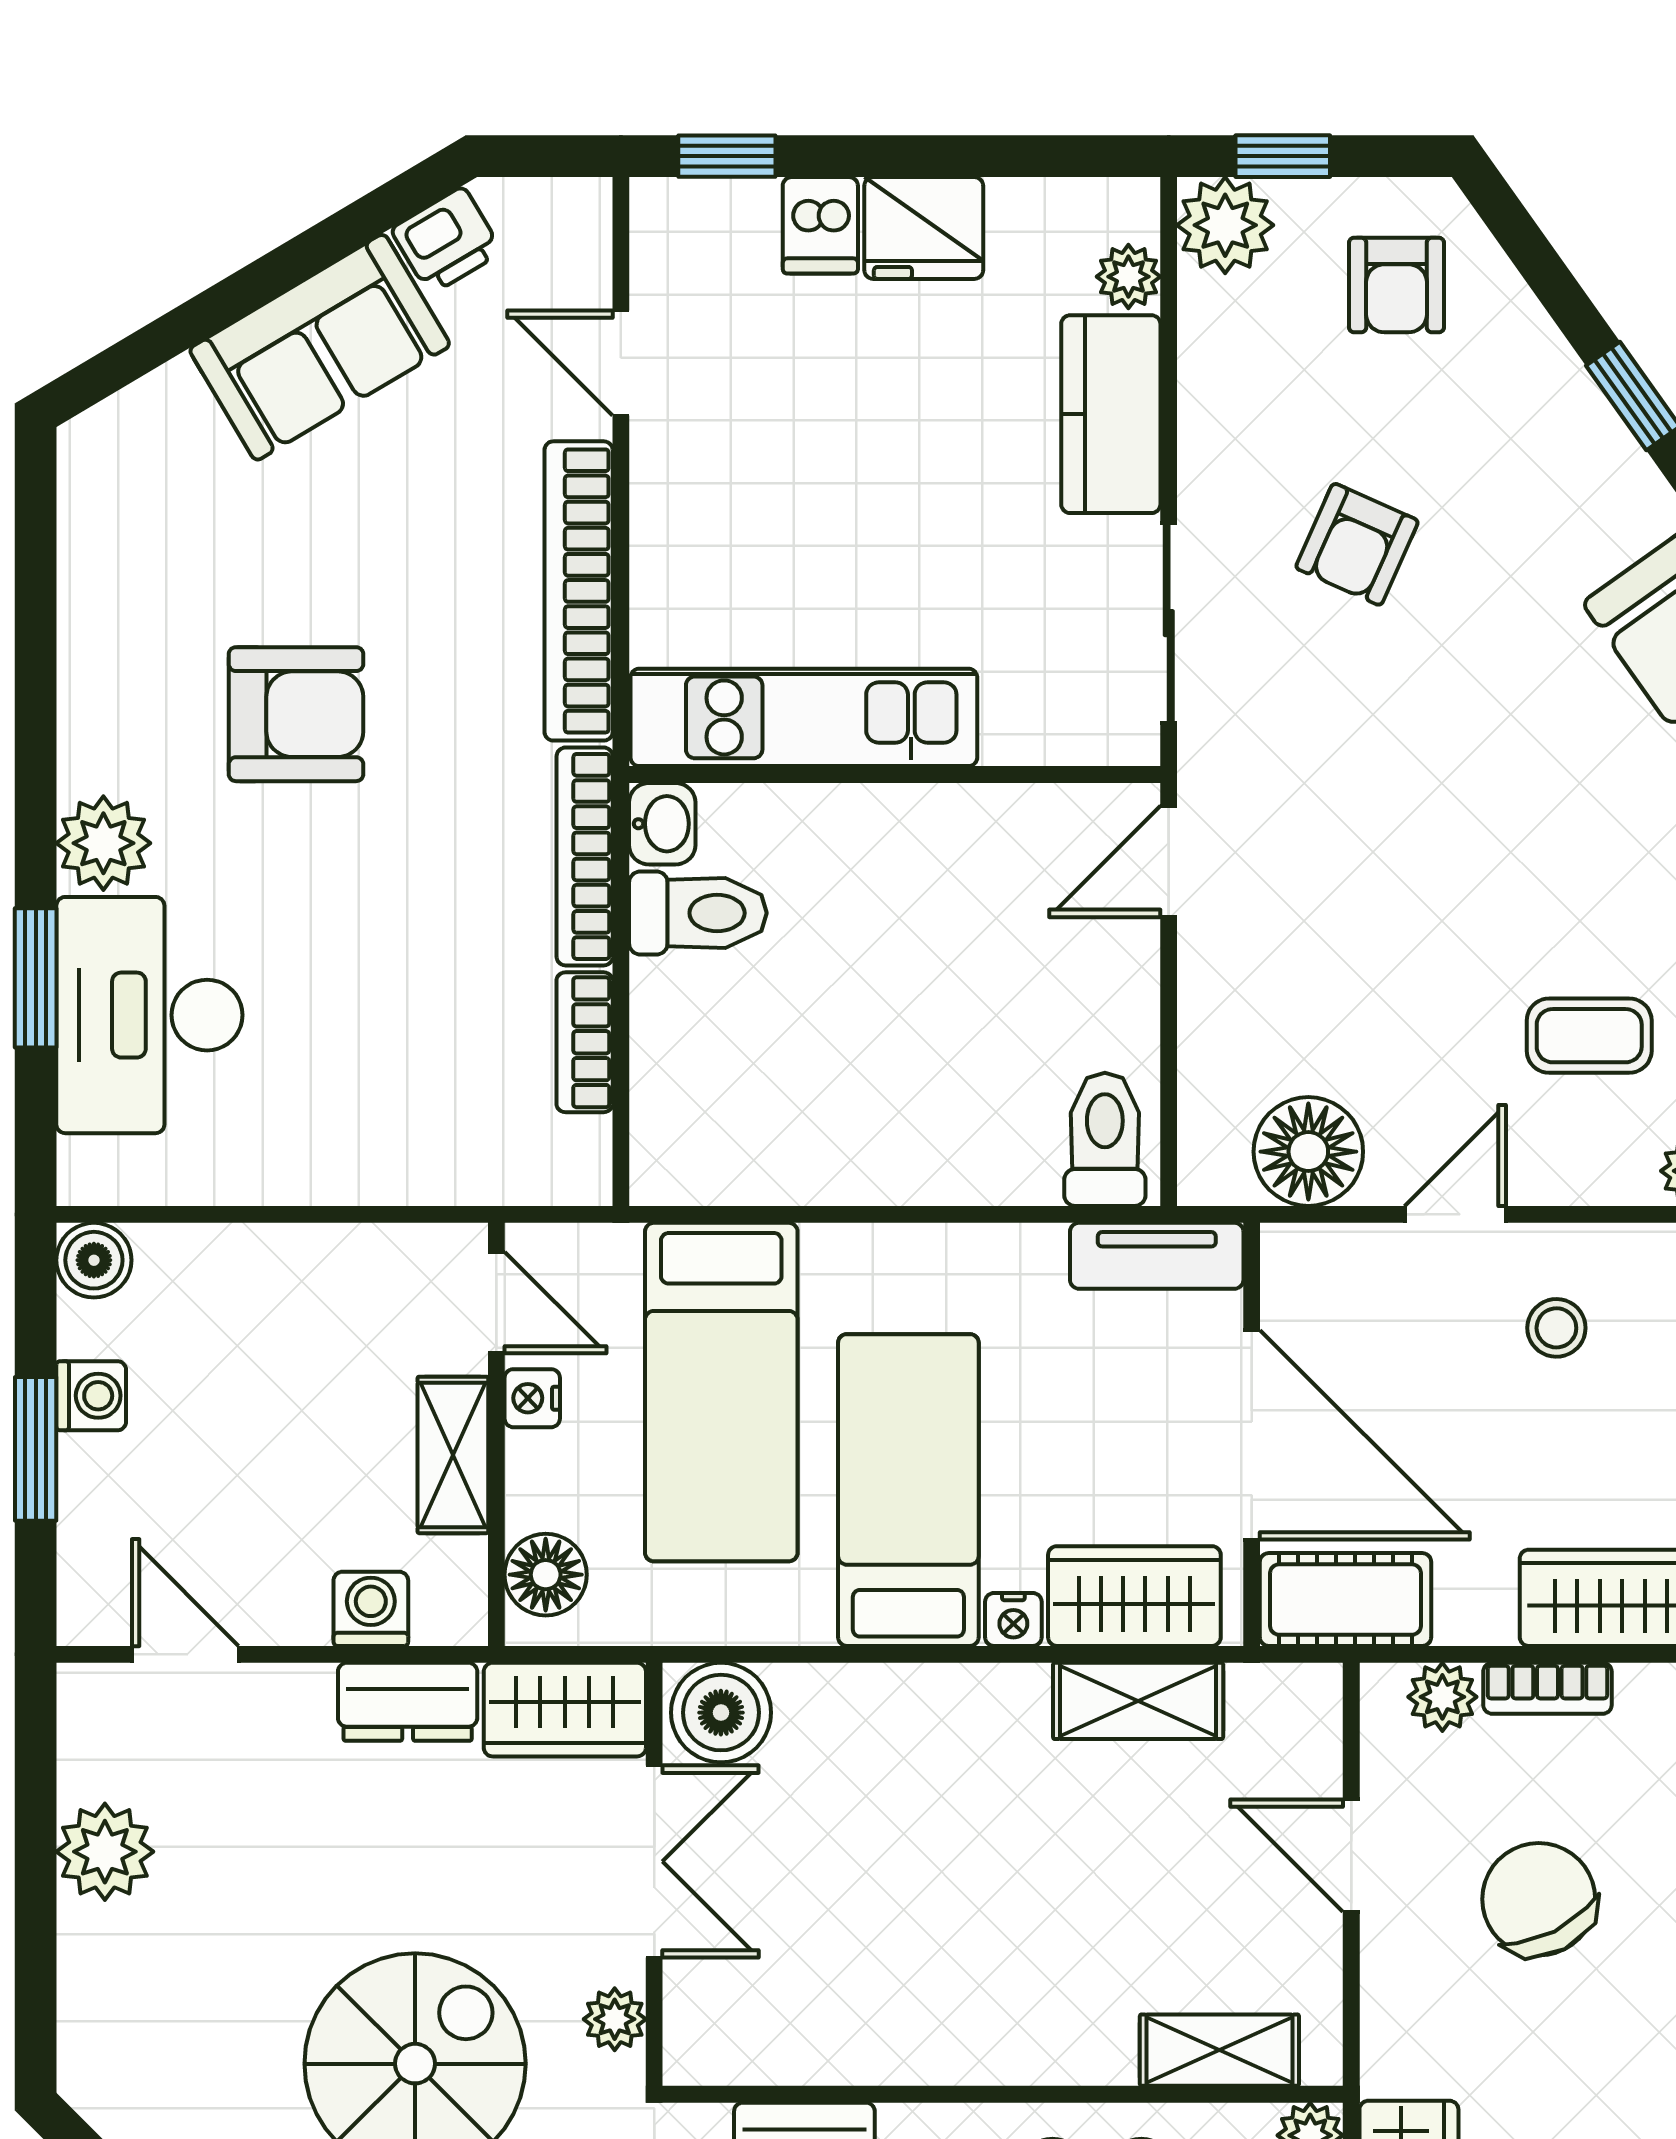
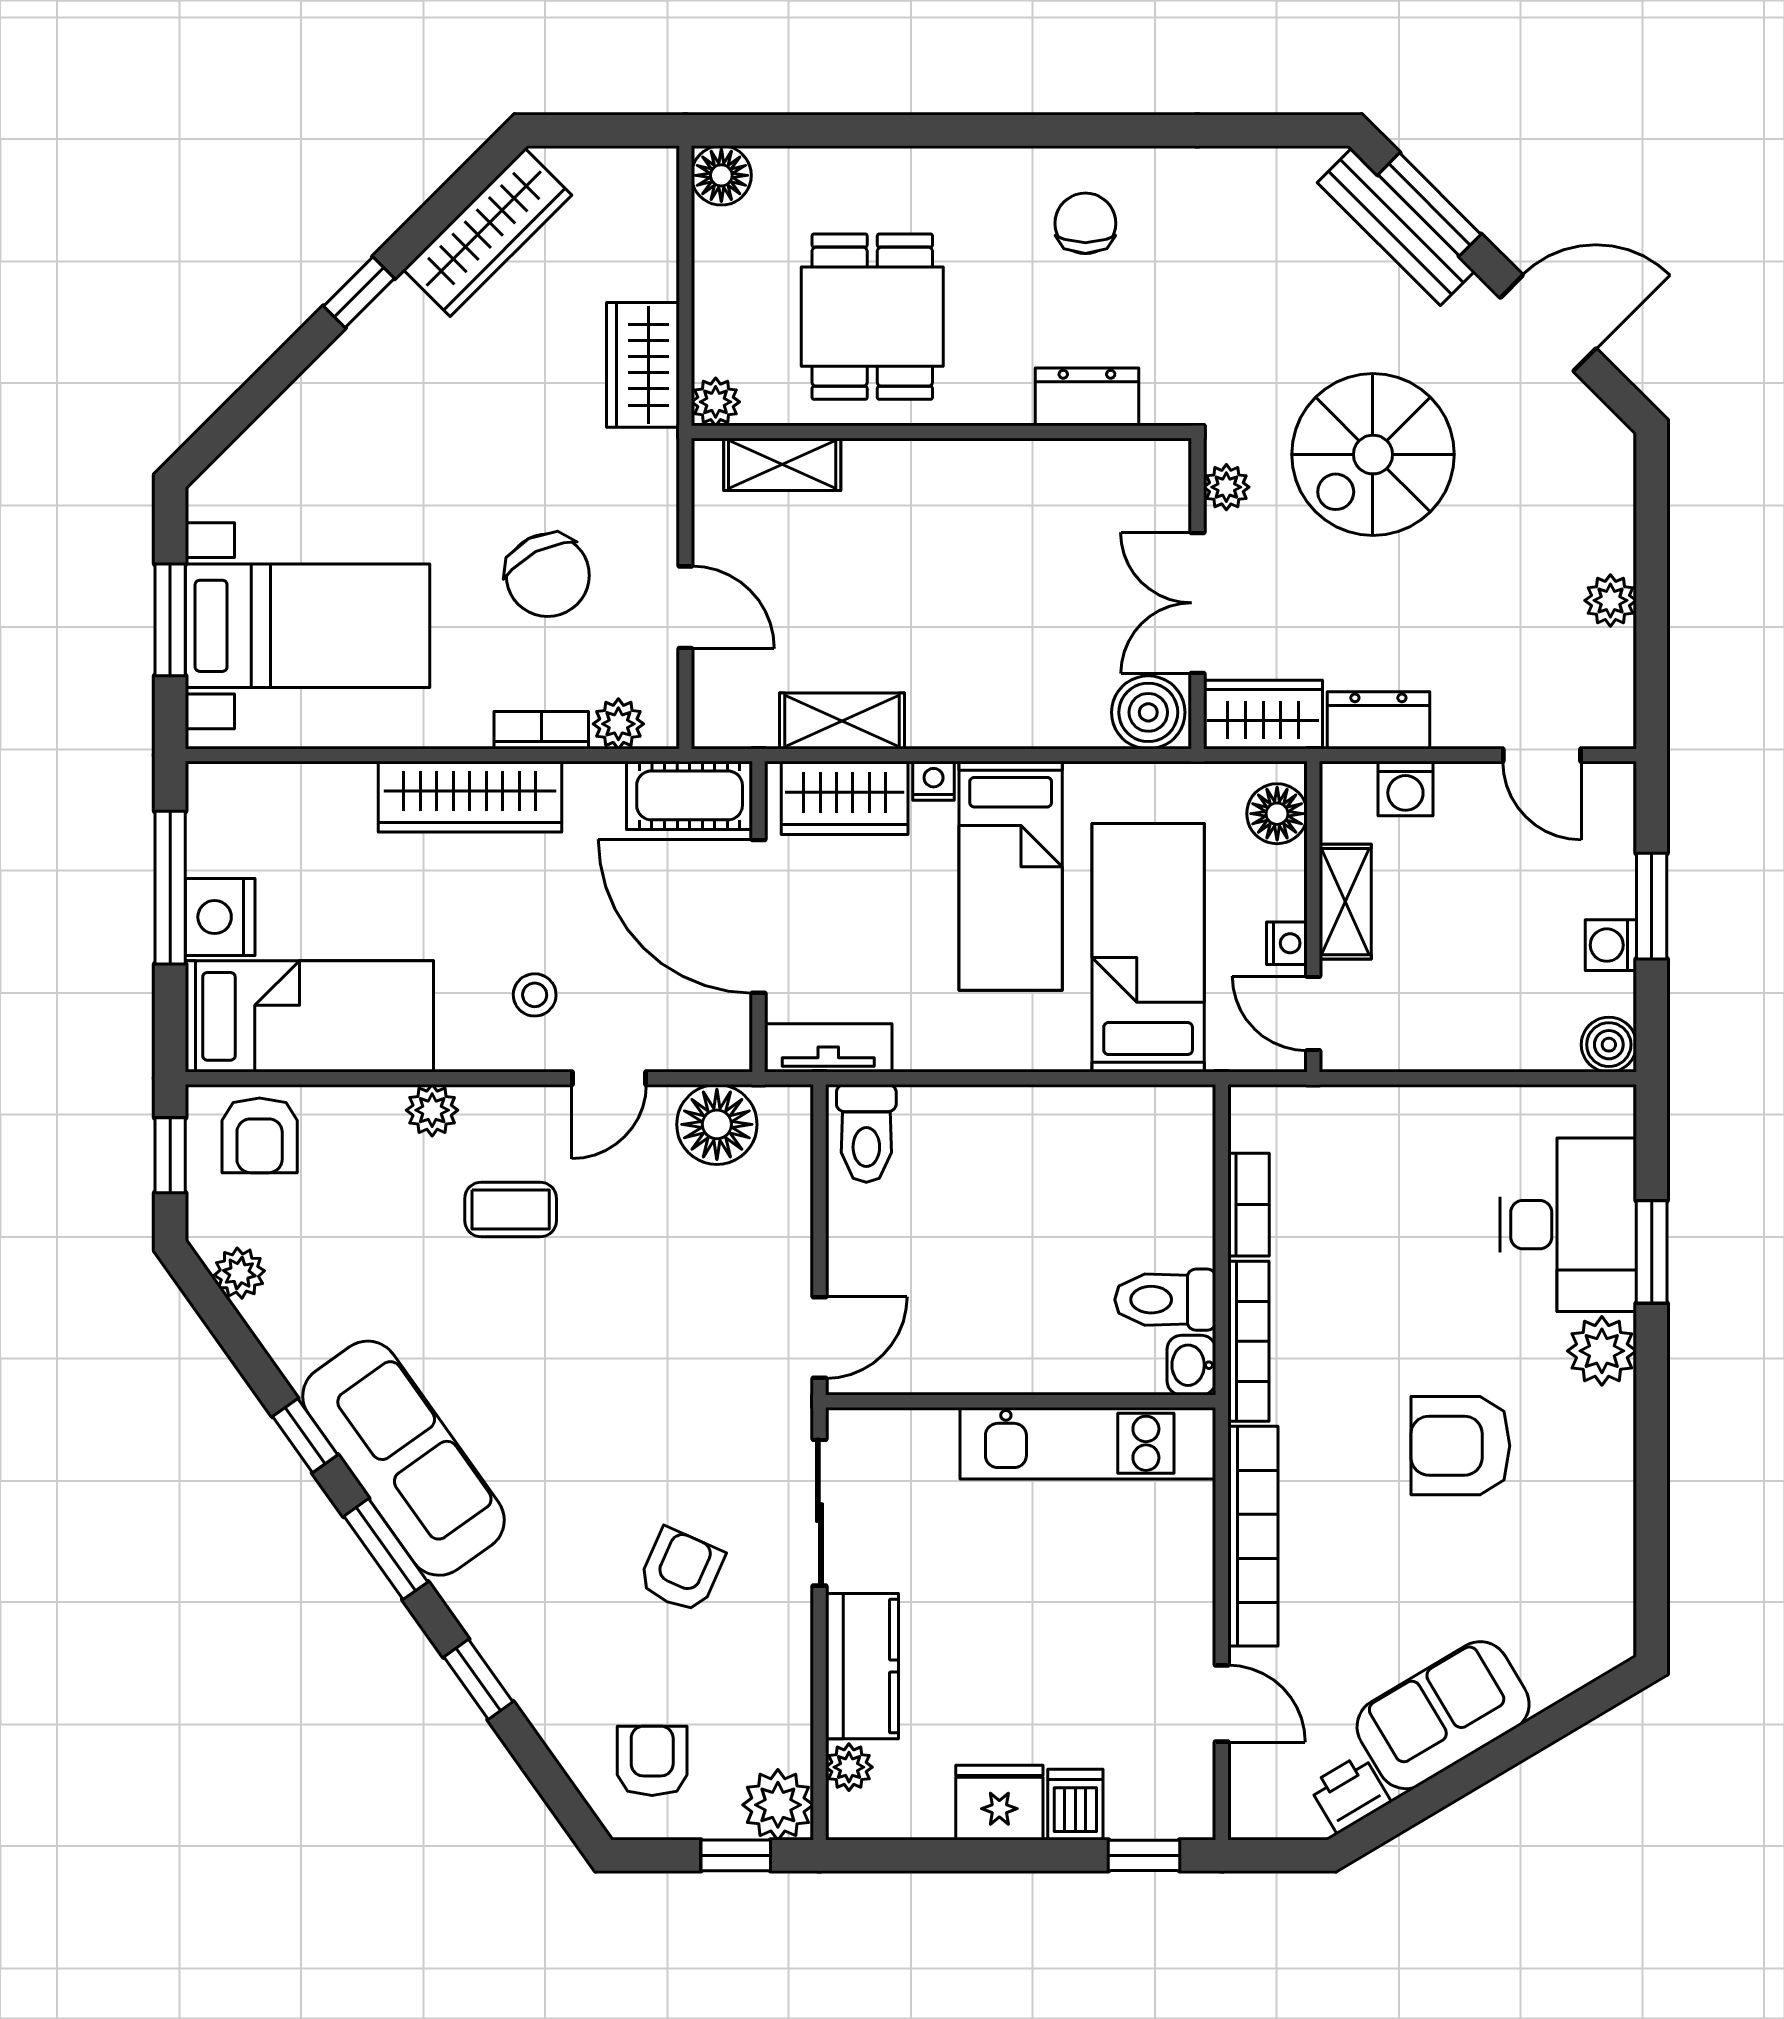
plant: (105, 1852) -> (1610, 600), width x0.73, depth x0.73

